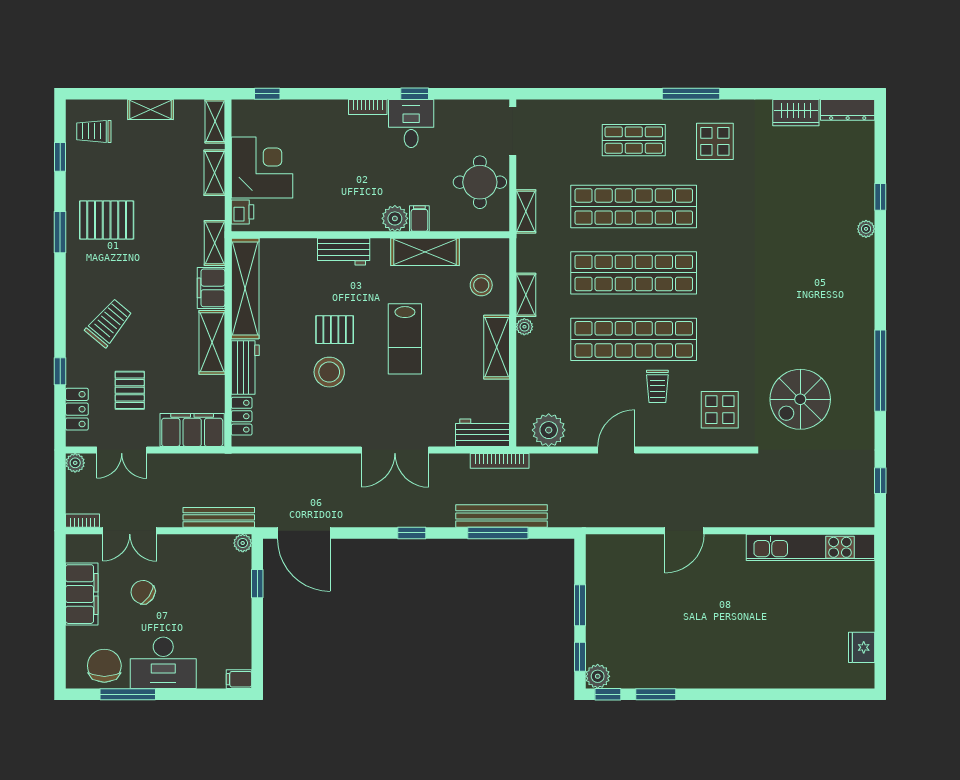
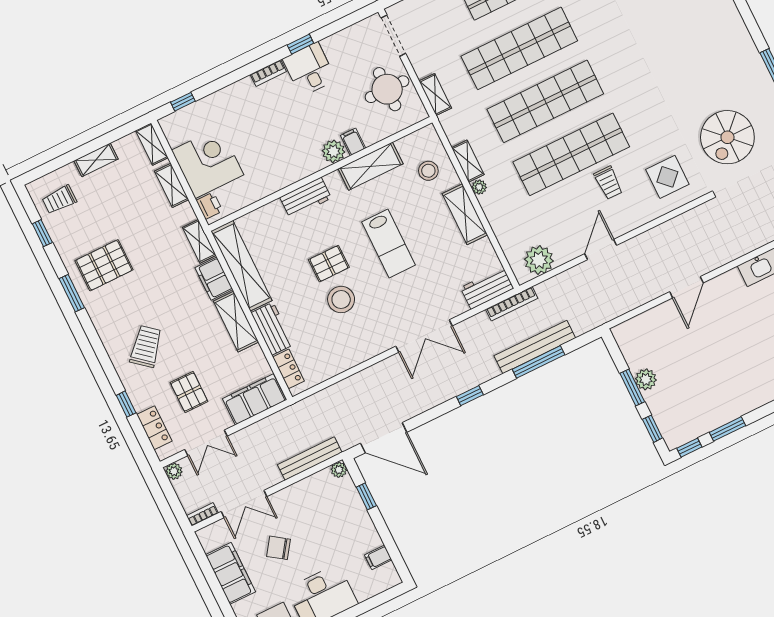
plant: (598, 676) -> (646, 379), moved
filing cabinet: (239, 679) -> (378, 557), moved

